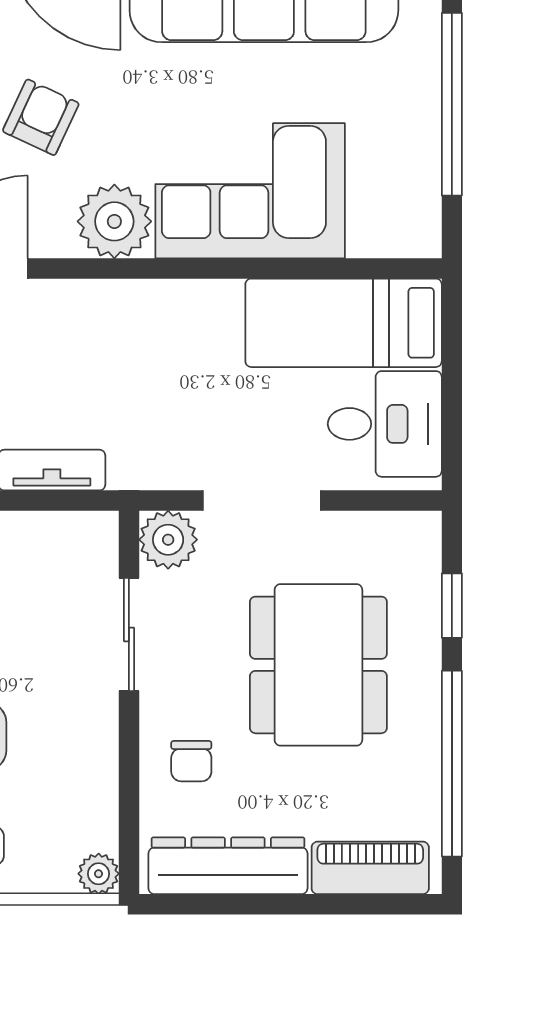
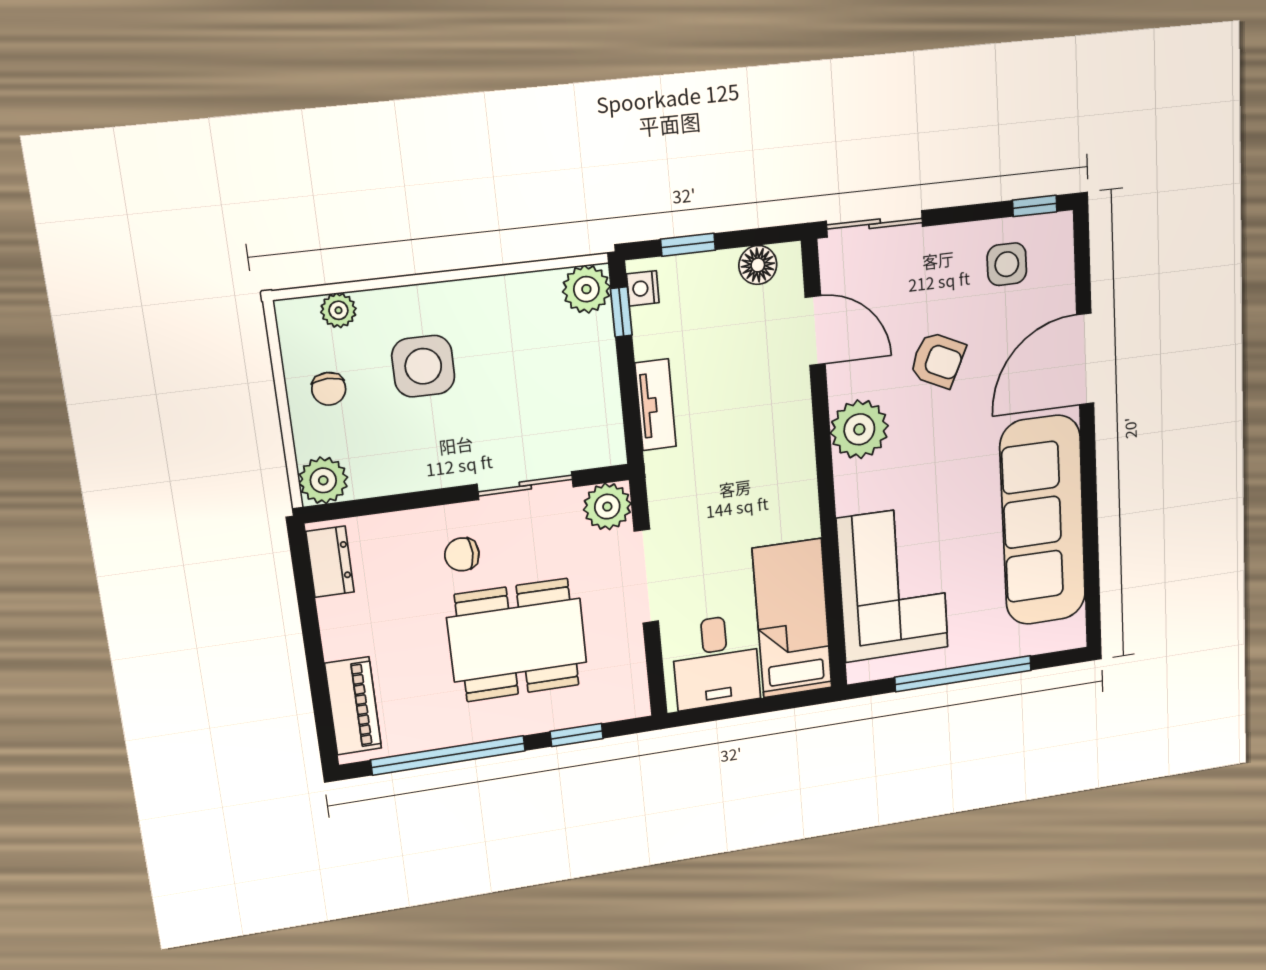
corner sofa: (250, 191) -> (893, 583), moved
chair: (191, 761) -> (462, 554), moved
dresser: (228, 866) -> (330, 562), width x0.51, depth x0.80
plant: (99, 874) -> (323, 480), width x1.38, depth x1.38

